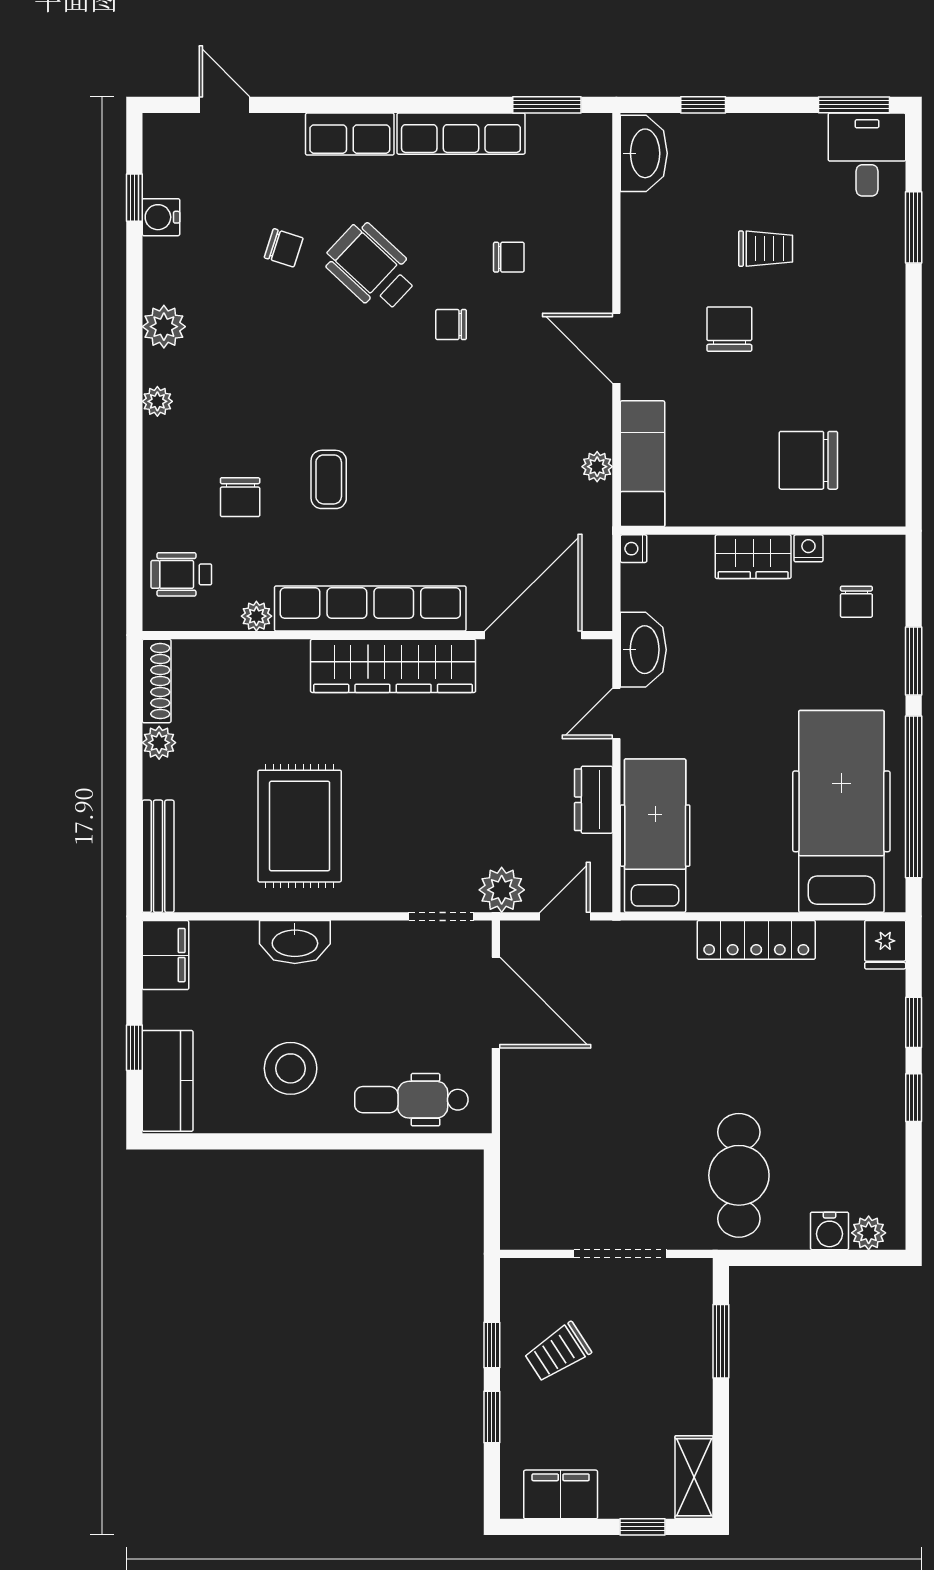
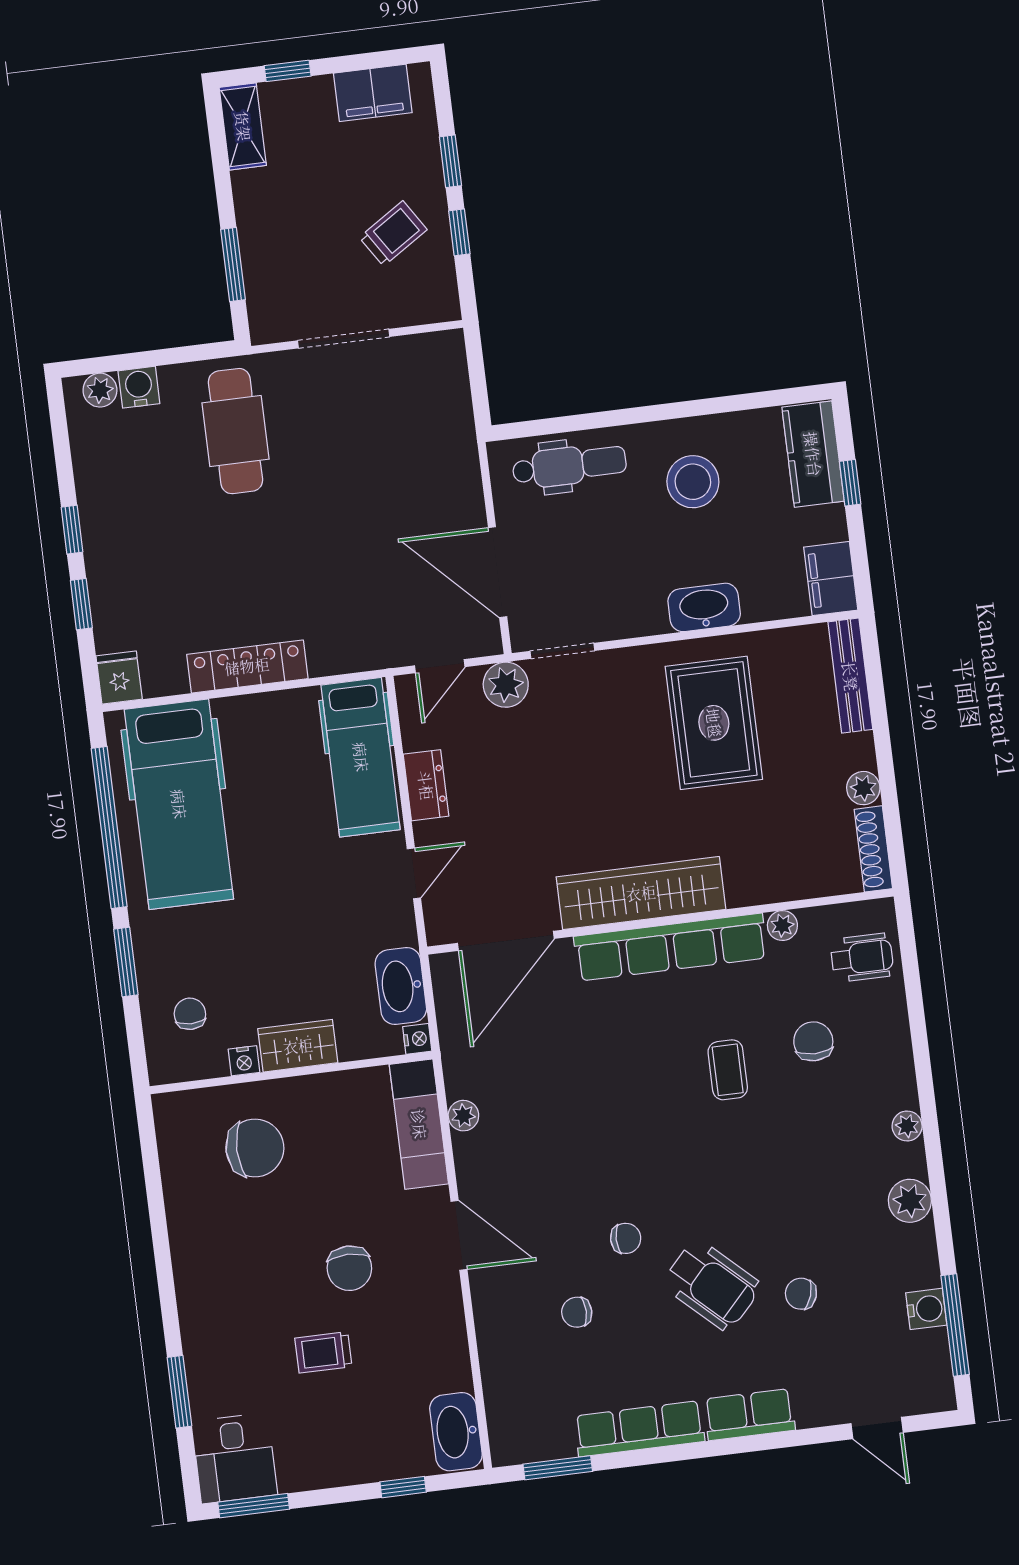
window: (134, 198) -> (955, 1325), width x2.17
washbasin: (643, 650) -> (401, 986), moved

